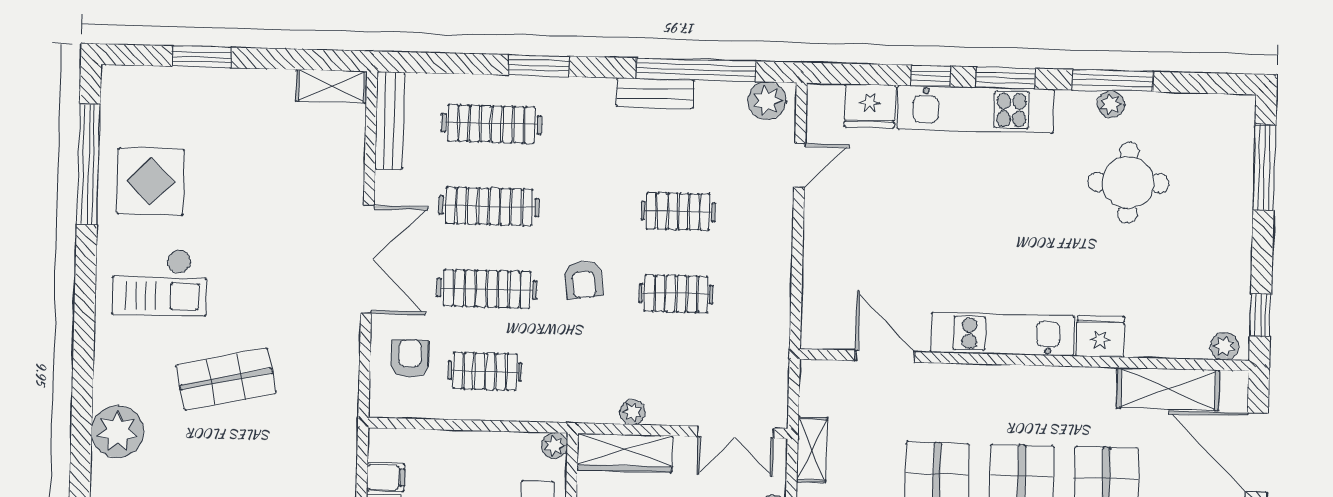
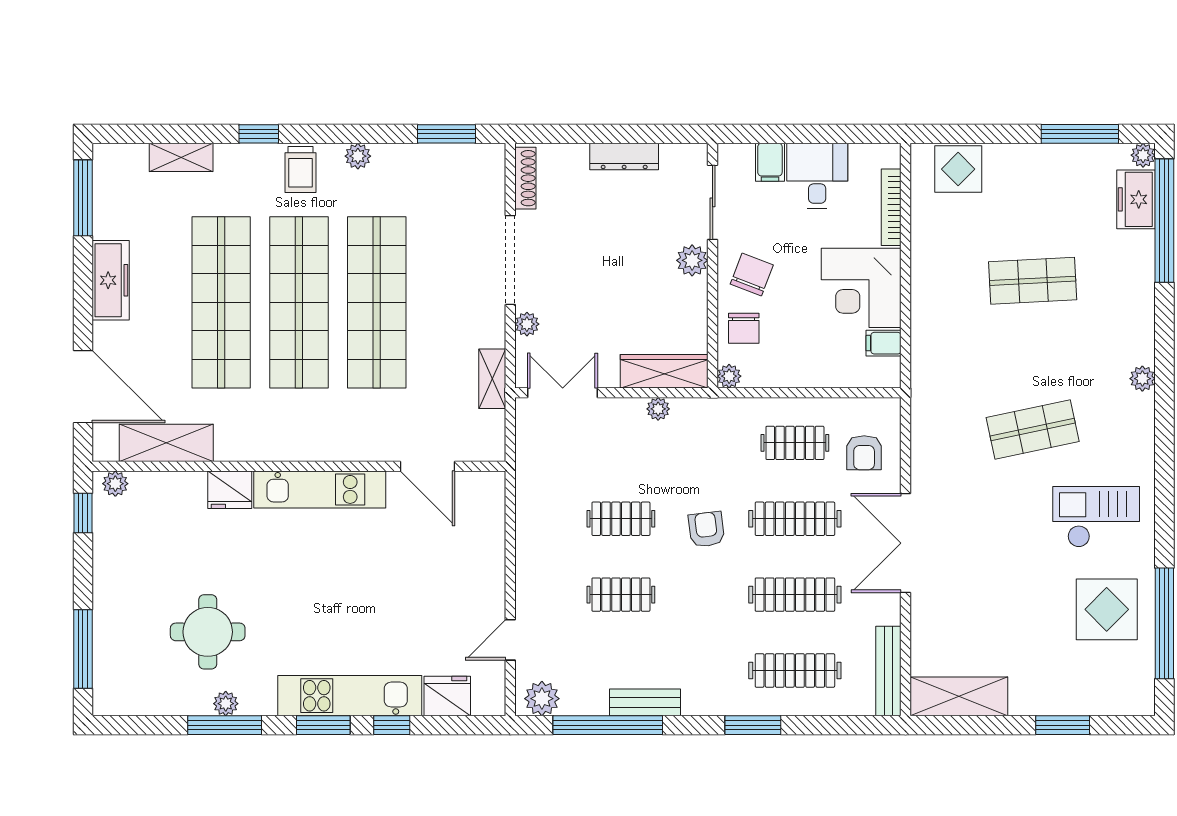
shelving: (332, 86) -> (959, 696), width x1.50, depth x1.33
plant: (117, 432) -> (1142, 379), width x0.53, depth x0.53

